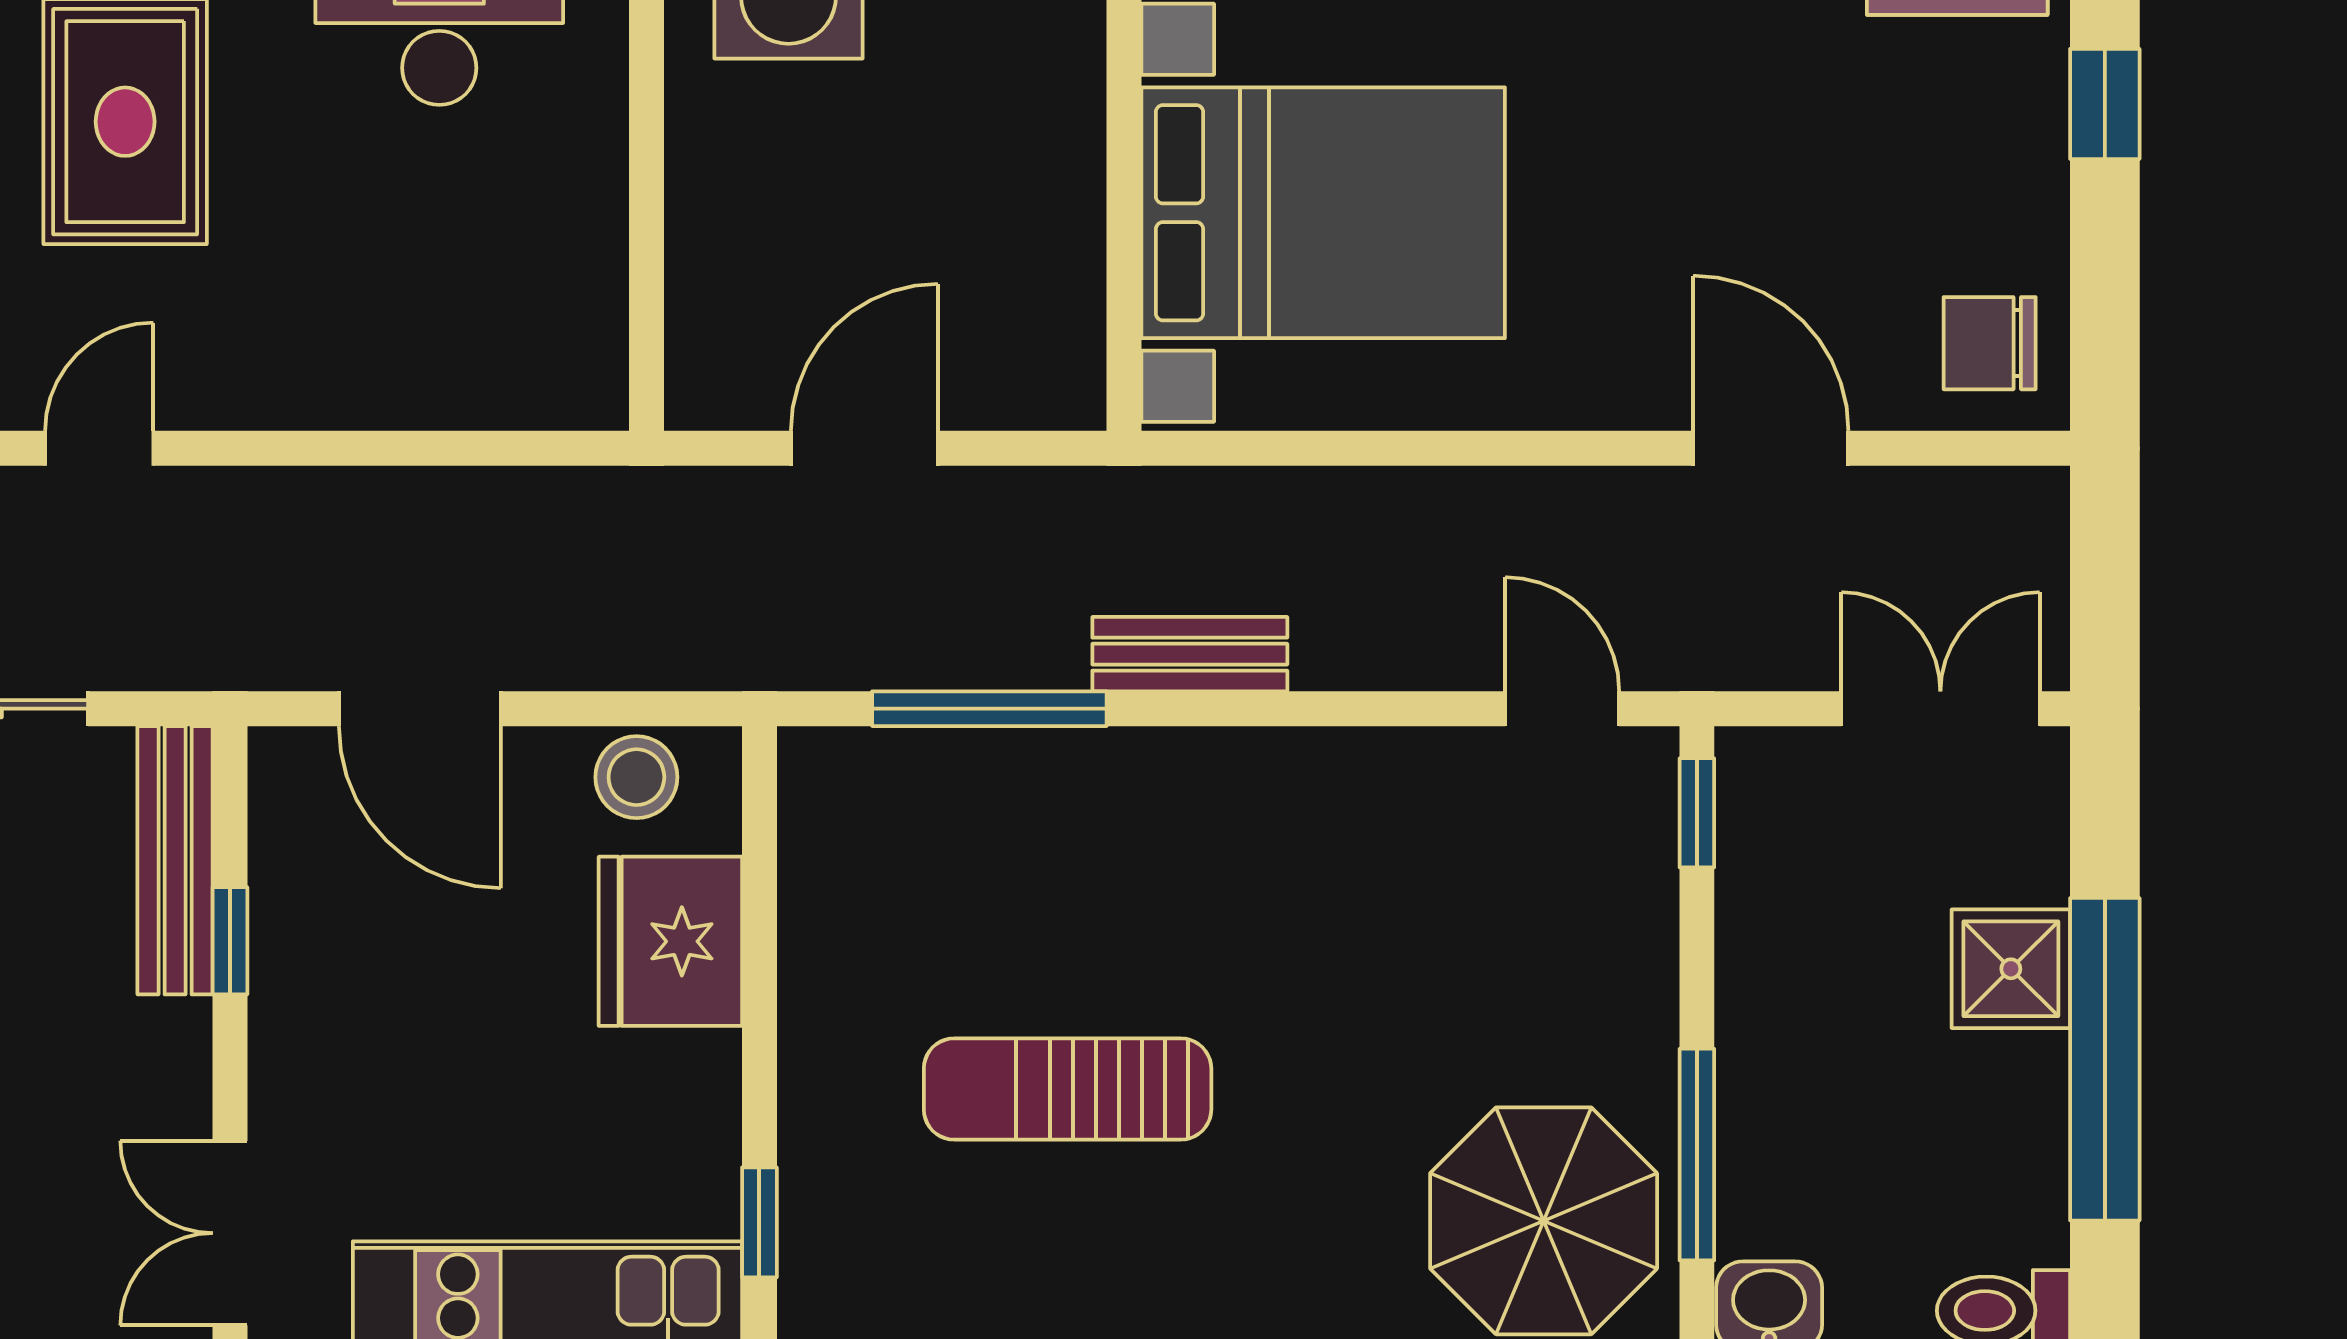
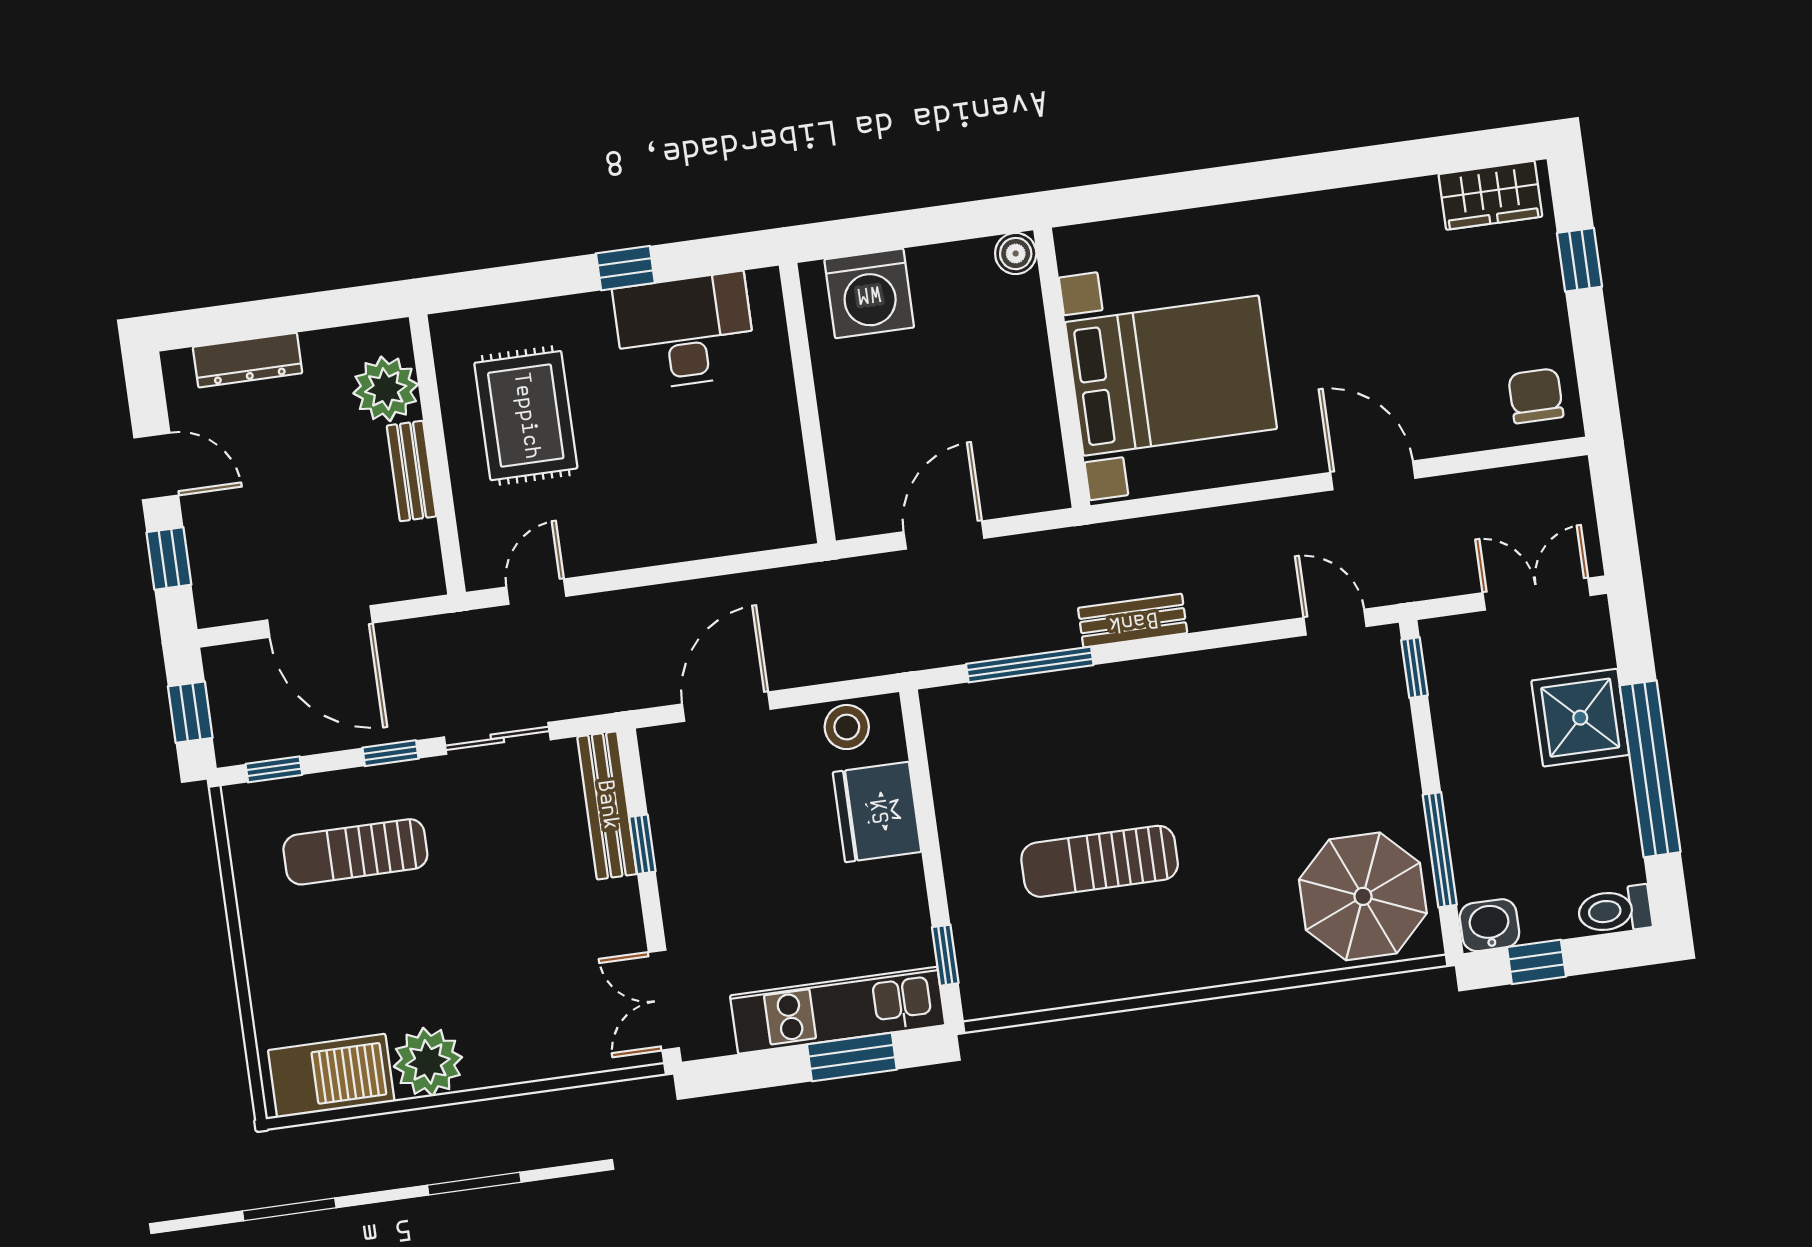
chair: (1990, 343) -> (1536, 396), turned 90
door: (1771, 448) -> (1373, 475), moved
door: (420, 709) -> (726, 707), swing flipped
shower: (2011, 969) -> (1580, 718), width x1.36, depth x1.36

